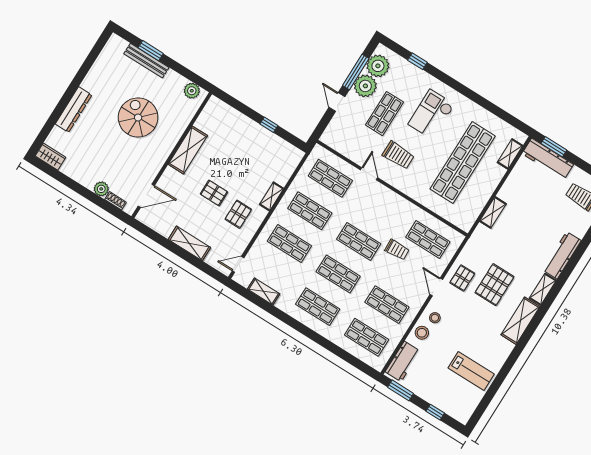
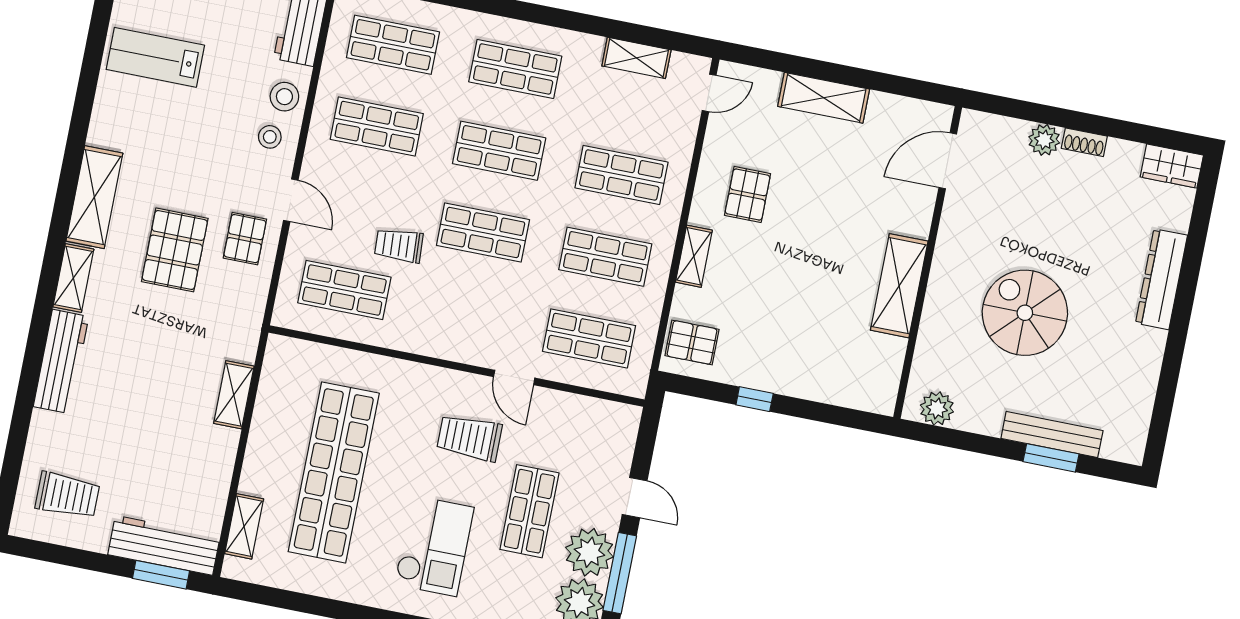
spiral stairs: (138, 118) -> (1025, 313), turned 180
pallet: (214, 193) -> (692, 342), moved
shoe rack: (115, 201) -> (1084, 142), moved

